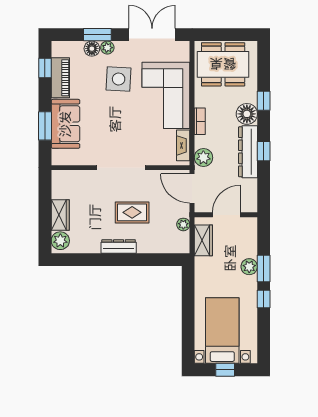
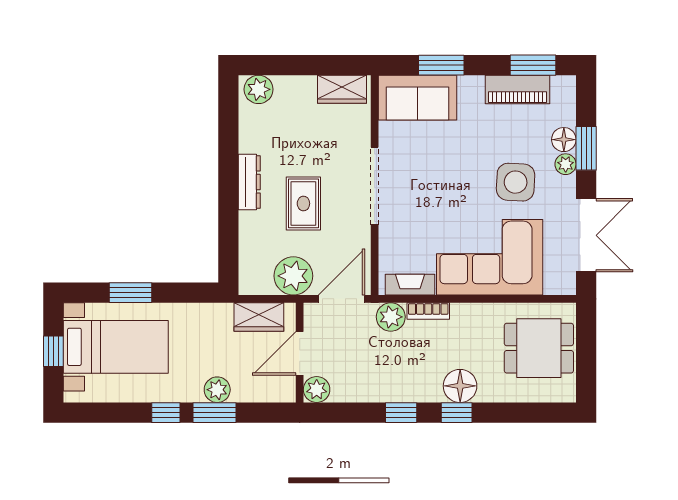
dining table: (223, 64) -> (539, 348), width x0.73
window: (45, 68) -> (533, 65), width x1.50
window: (264, 101) -> (457, 413), moved
bookcase: (200, 121) -> (428, 311), moved
sofa: (65, 124) -> (417, 98), moved
dresser: (248, 152) -> (400, 388), removed
plant: (249, 204) -> (317, 390), added
wardrobe: (60, 215) -> (342, 89), moved
door: (226, 215) -> (300, 353), swing flipped
plant: (183, 224) -> (293, 276), width x1.88, depth x1.88
window: (188, 321) -> (130, 293), added

